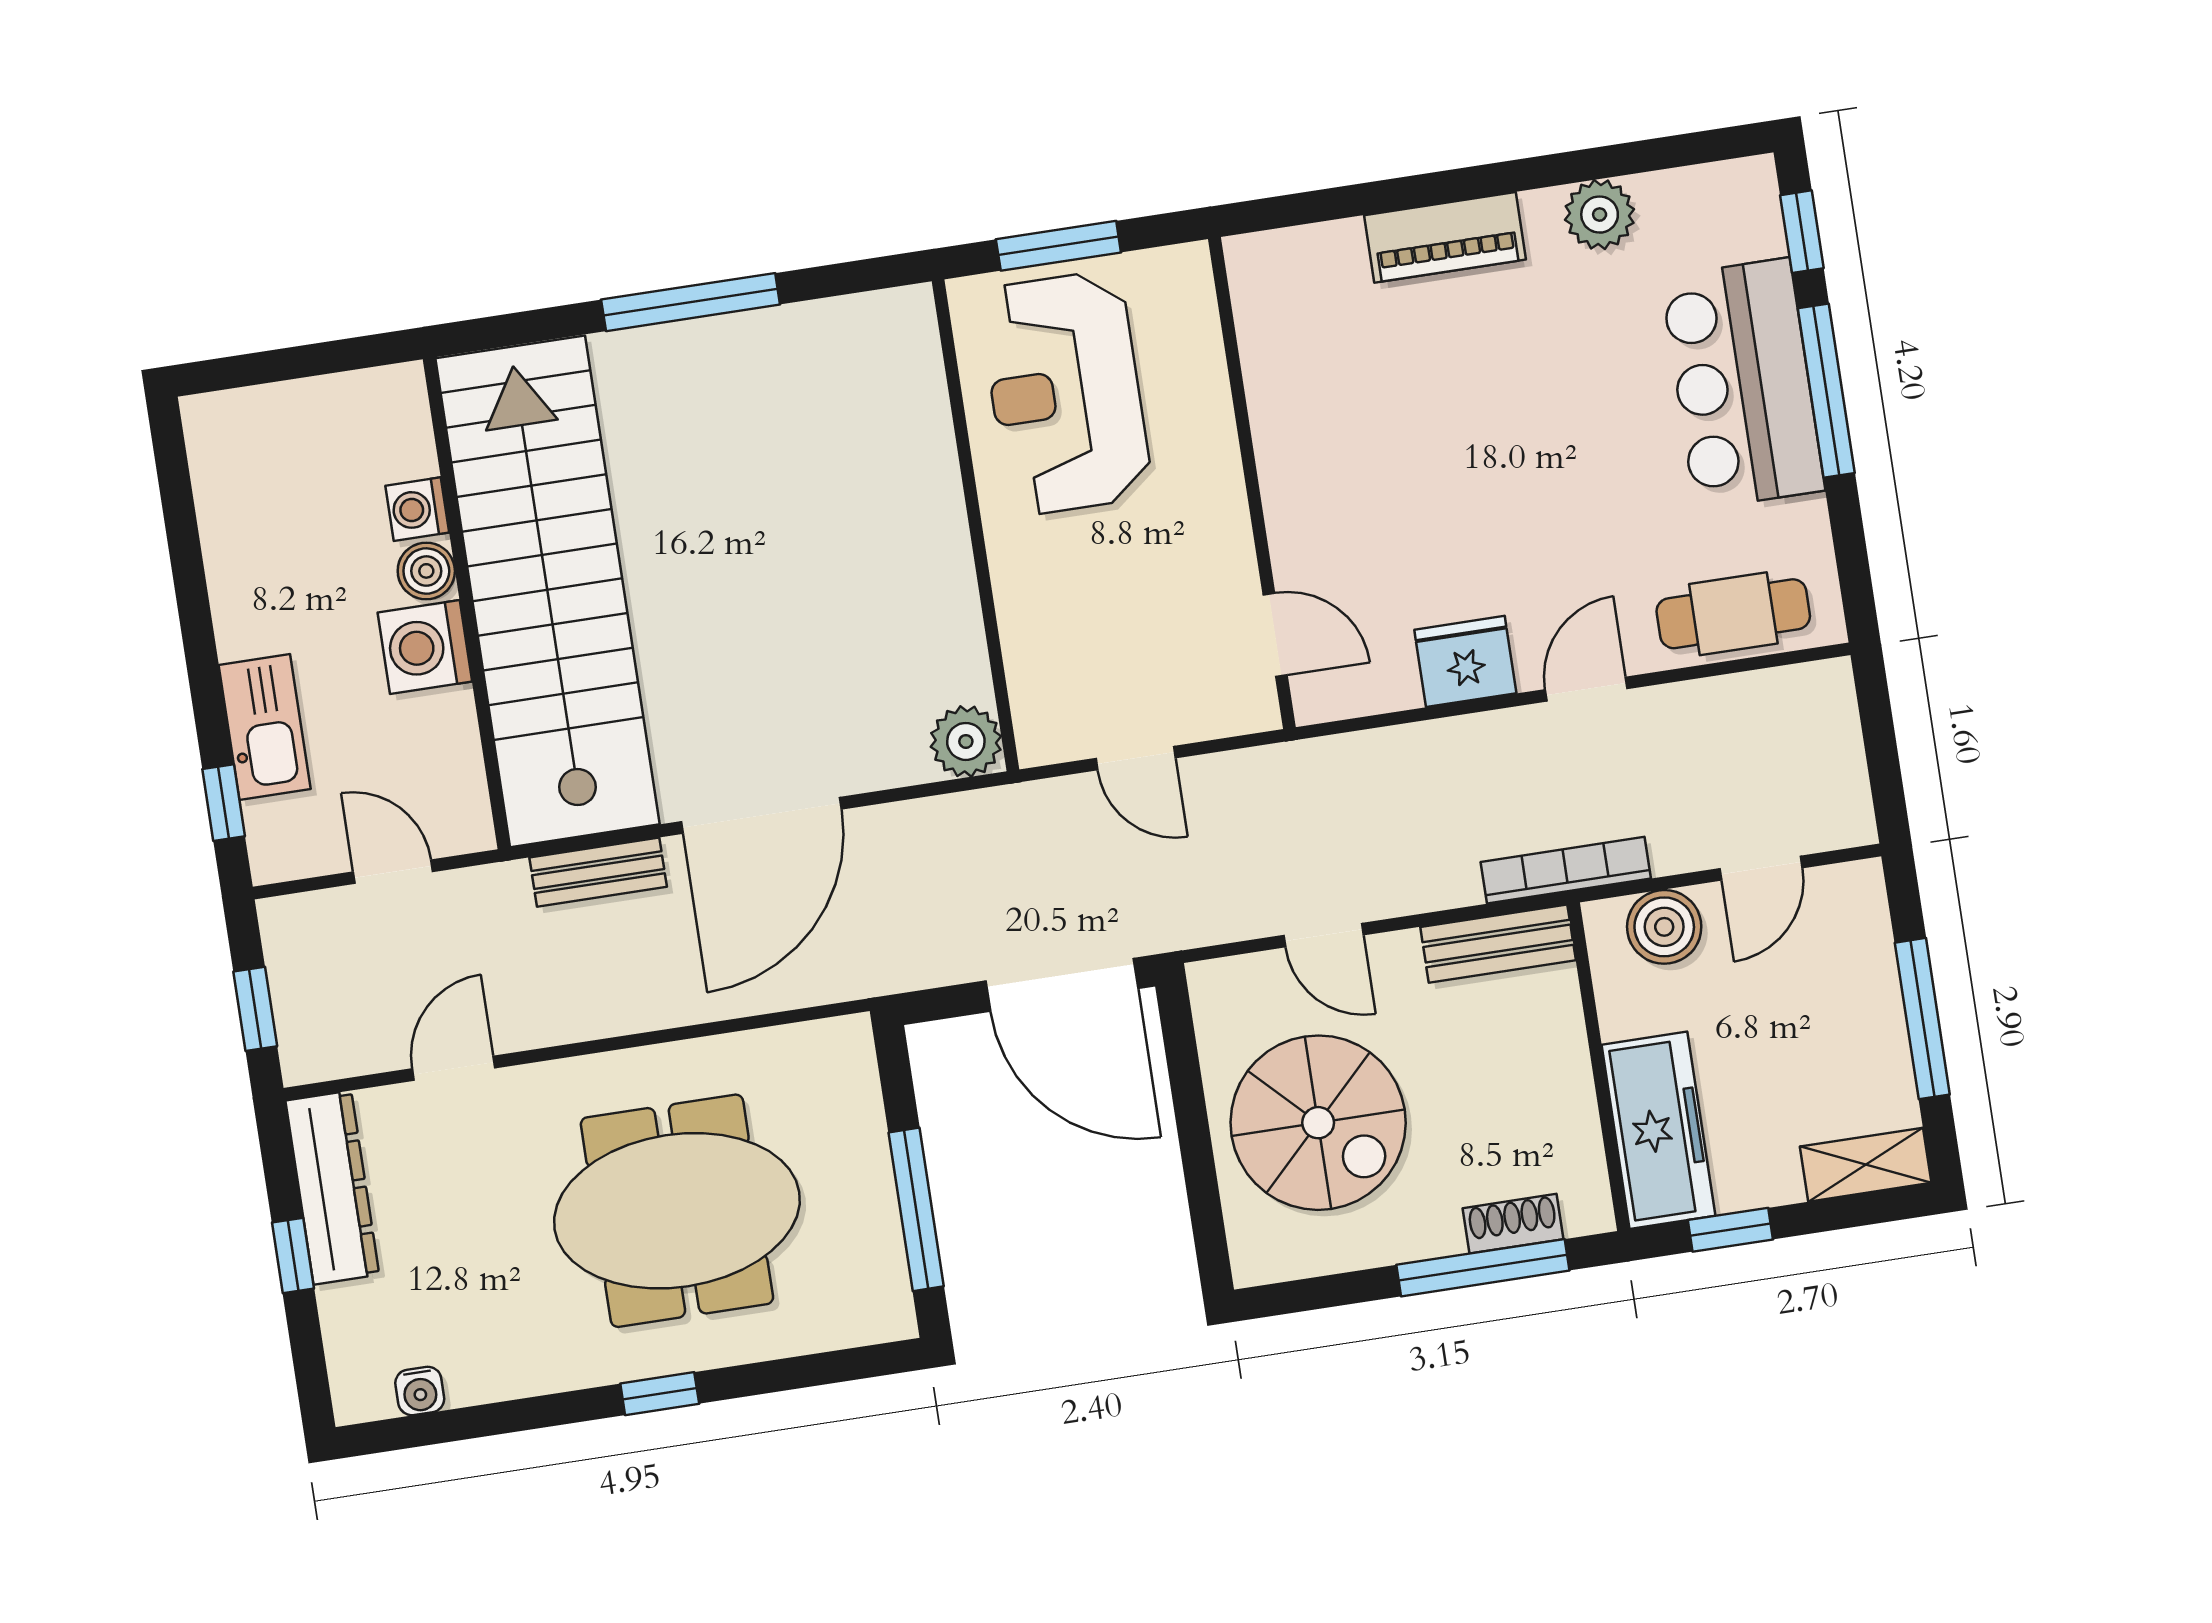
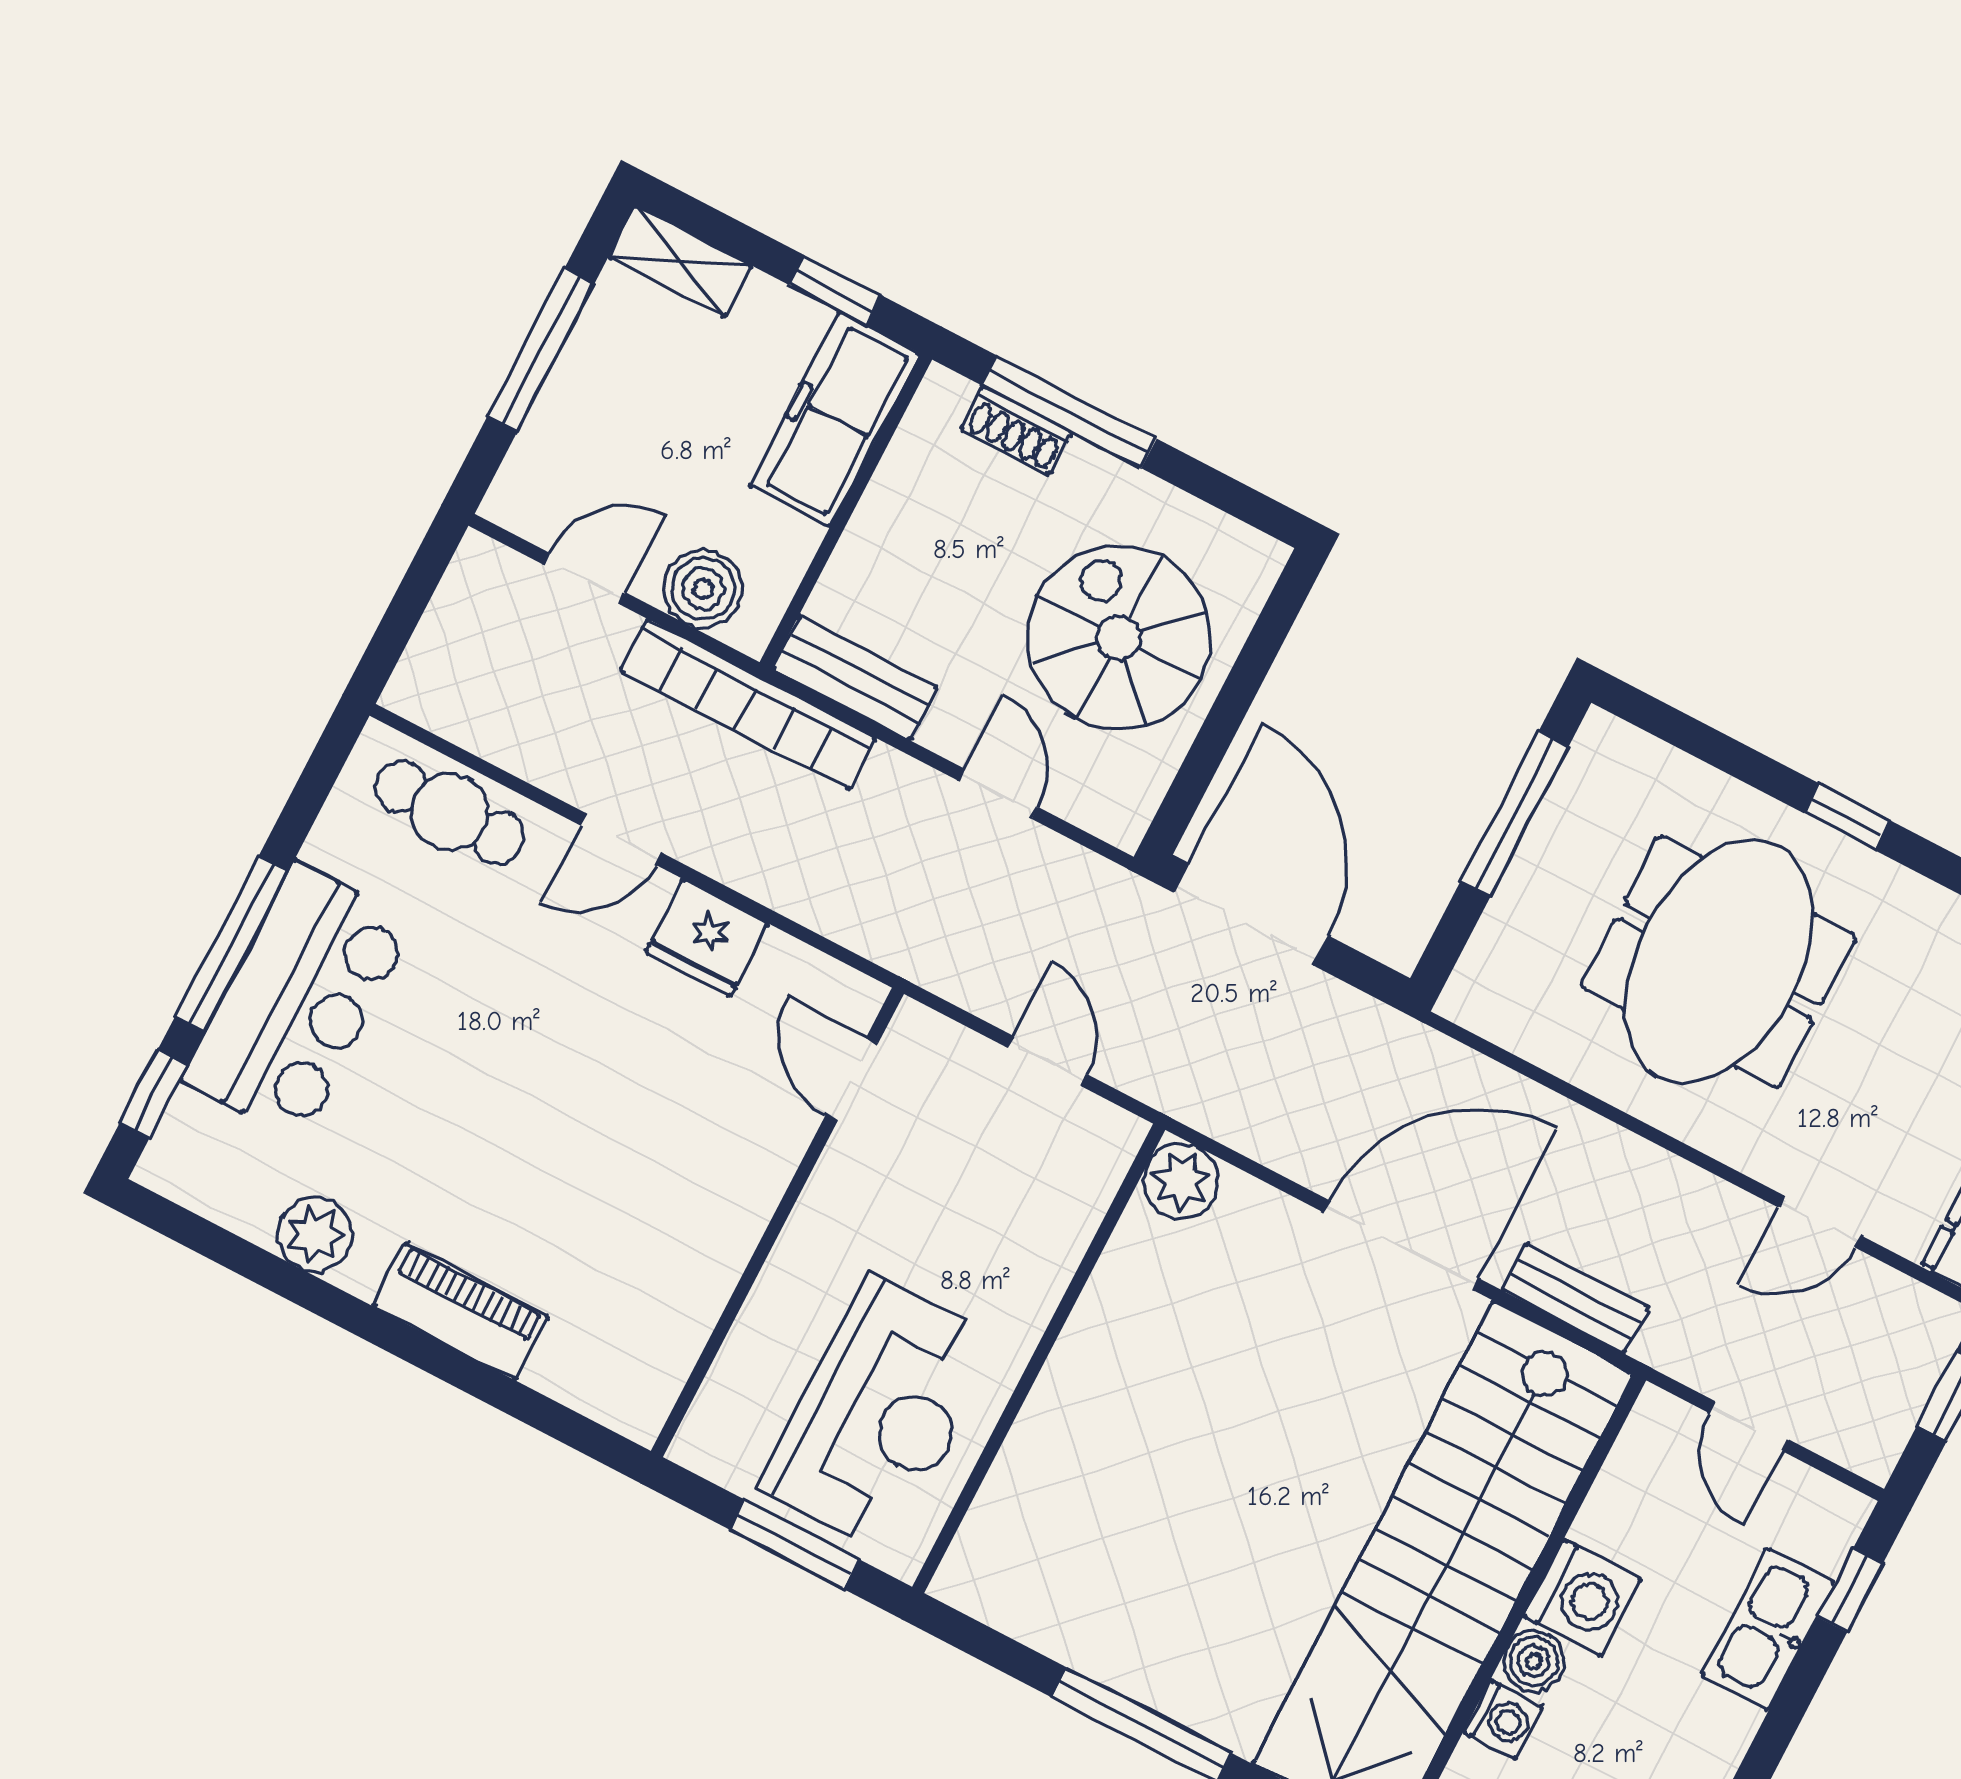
bookcase: (1566, 870) -> (748, 704), width x1.48, depth x1.31
meeting table: (677, 1211) -> (1719, 962), turned 90

